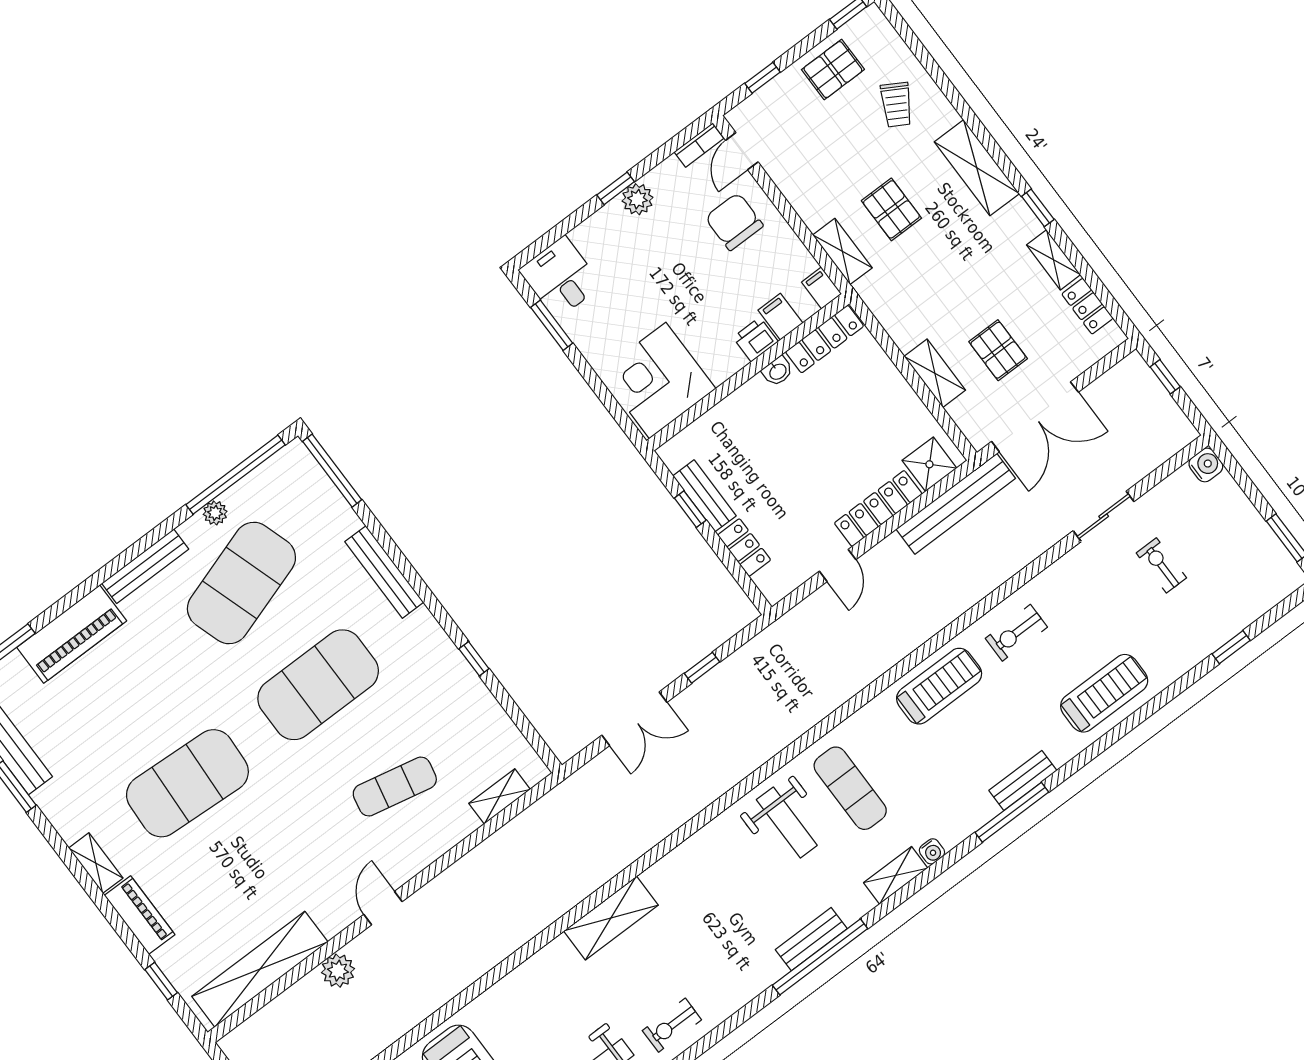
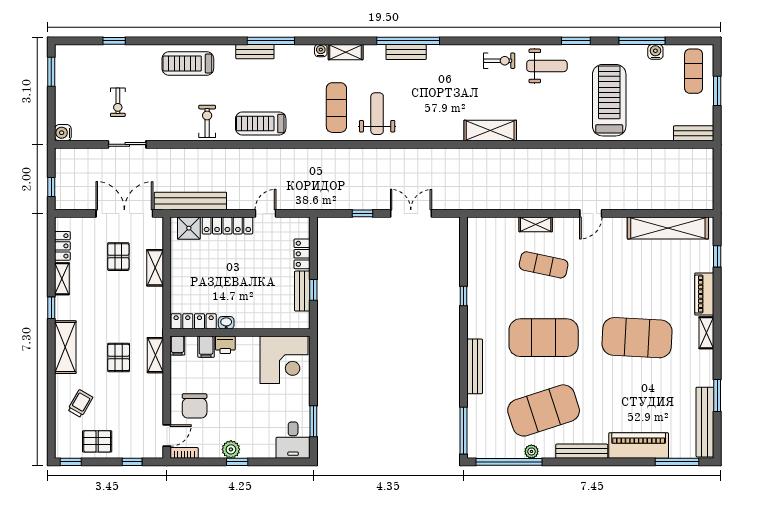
exercise bike: (1016, 633) -> (207, 121), turned -90
shelving: (500, 796) -> (536, 224), moved
plant: (338, 971) -> (633, 200), removed

